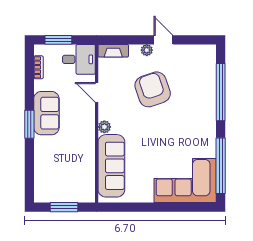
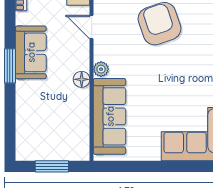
floor lamp: (88, 135) -> (82, 79), added

